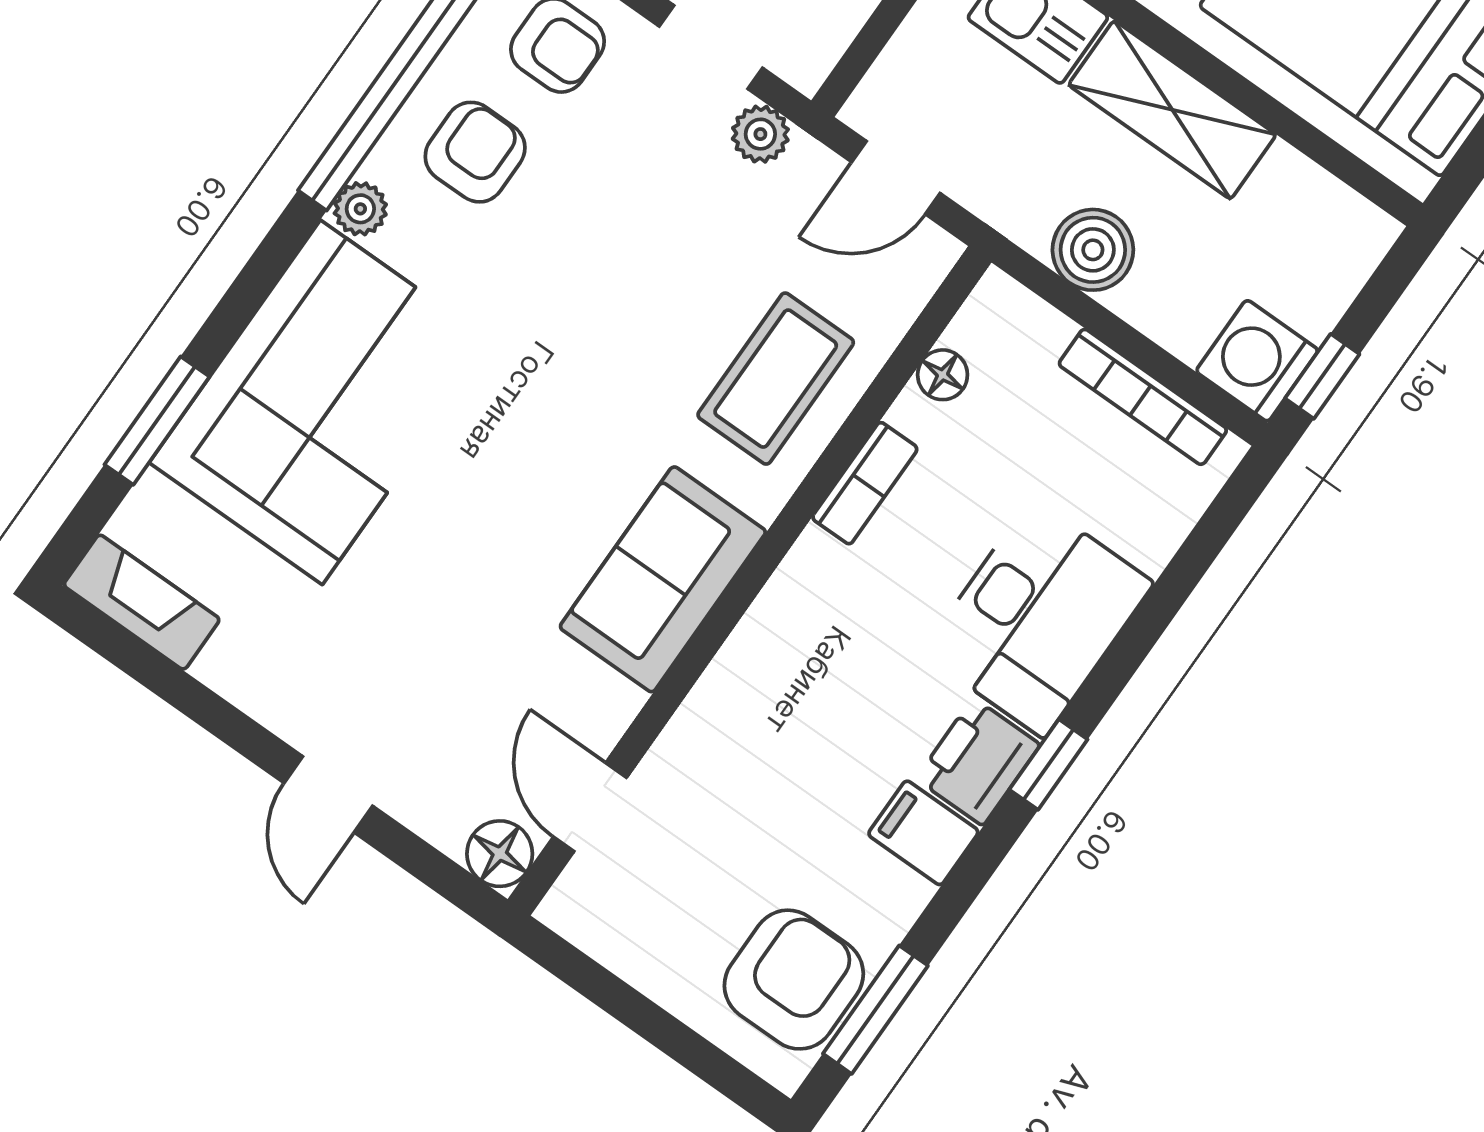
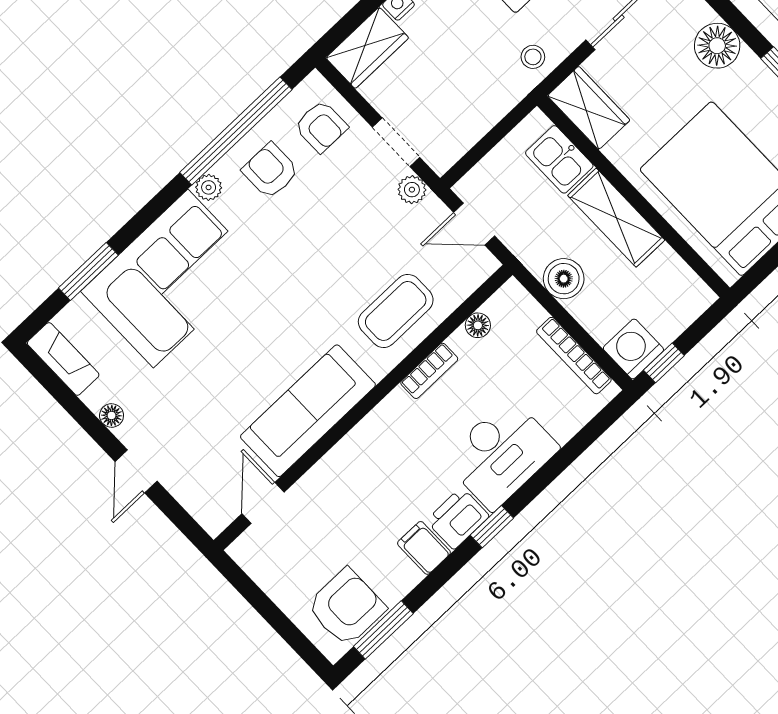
armchair: (475, 152) -> (270, 171), turned -90
sofa: (663, 579) -> (308, 411), width x1.36
floor lamp: (500, 854) -> (112, 415), moved, width x0.73, depth x0.73

